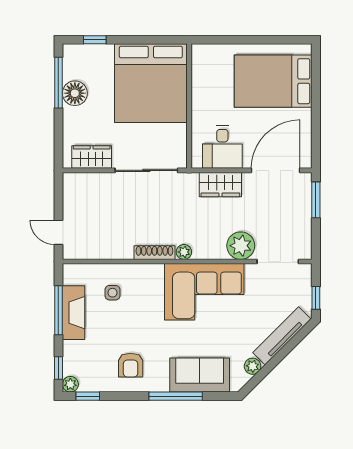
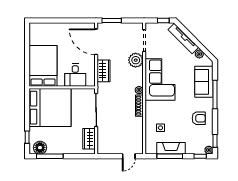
bed: (273, 81) -> (43, 66), moved, turned 180
floor lamp: (75, 93) -> (40, 148), moved
desk: (222, 147) -> (75, 75), moved, turned 90

